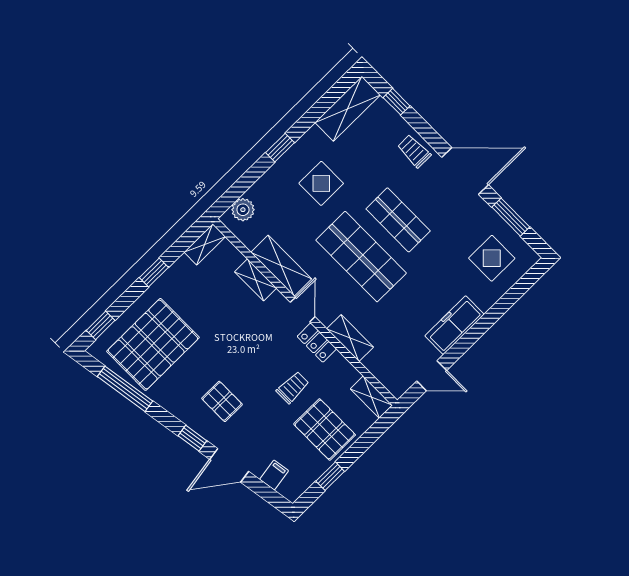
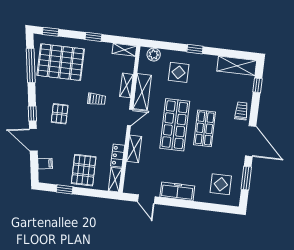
display table: (321, 183) -> (179, 72), moved
locker: (317, 343) -> (118, 156), moved
trolley: (293, 387) -> (96, 99), moved

